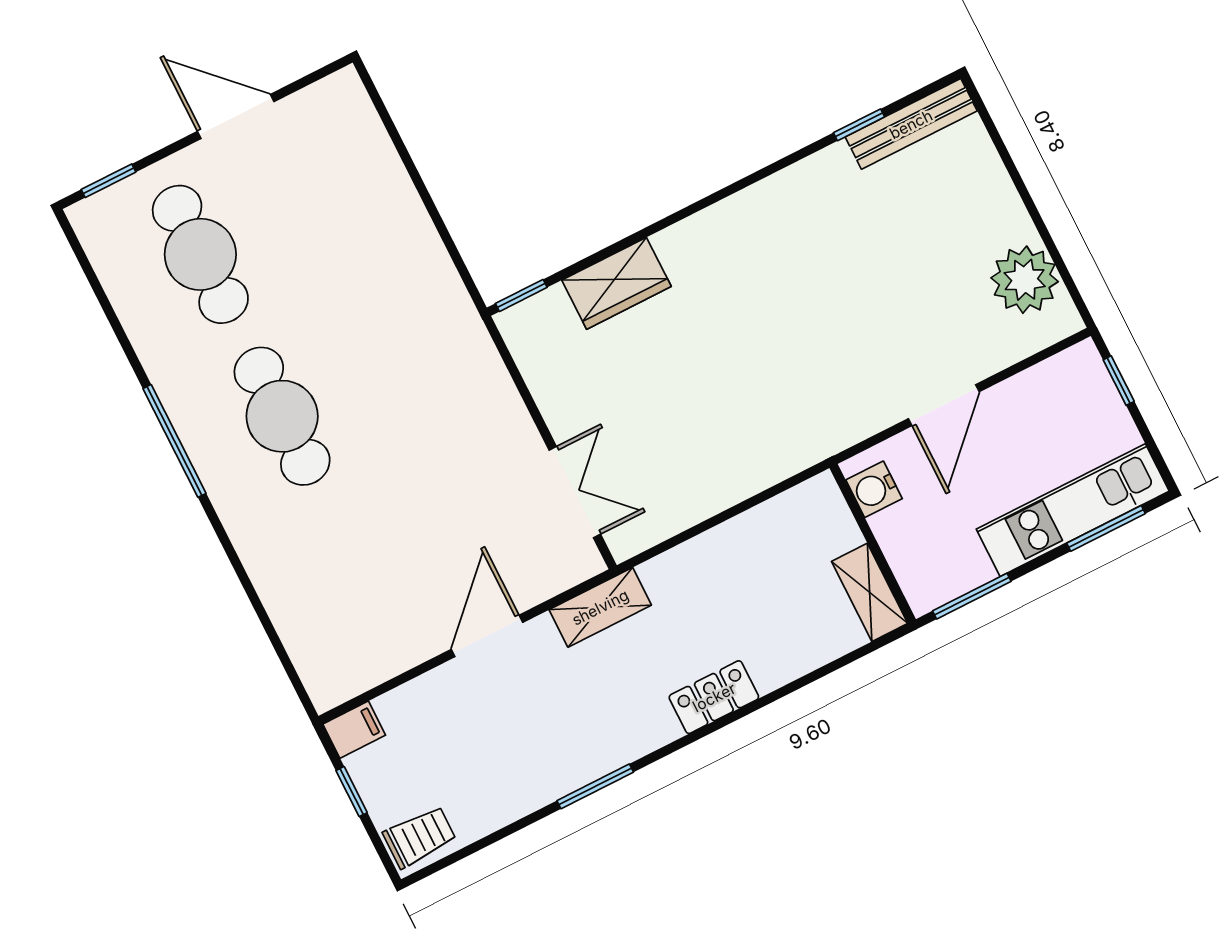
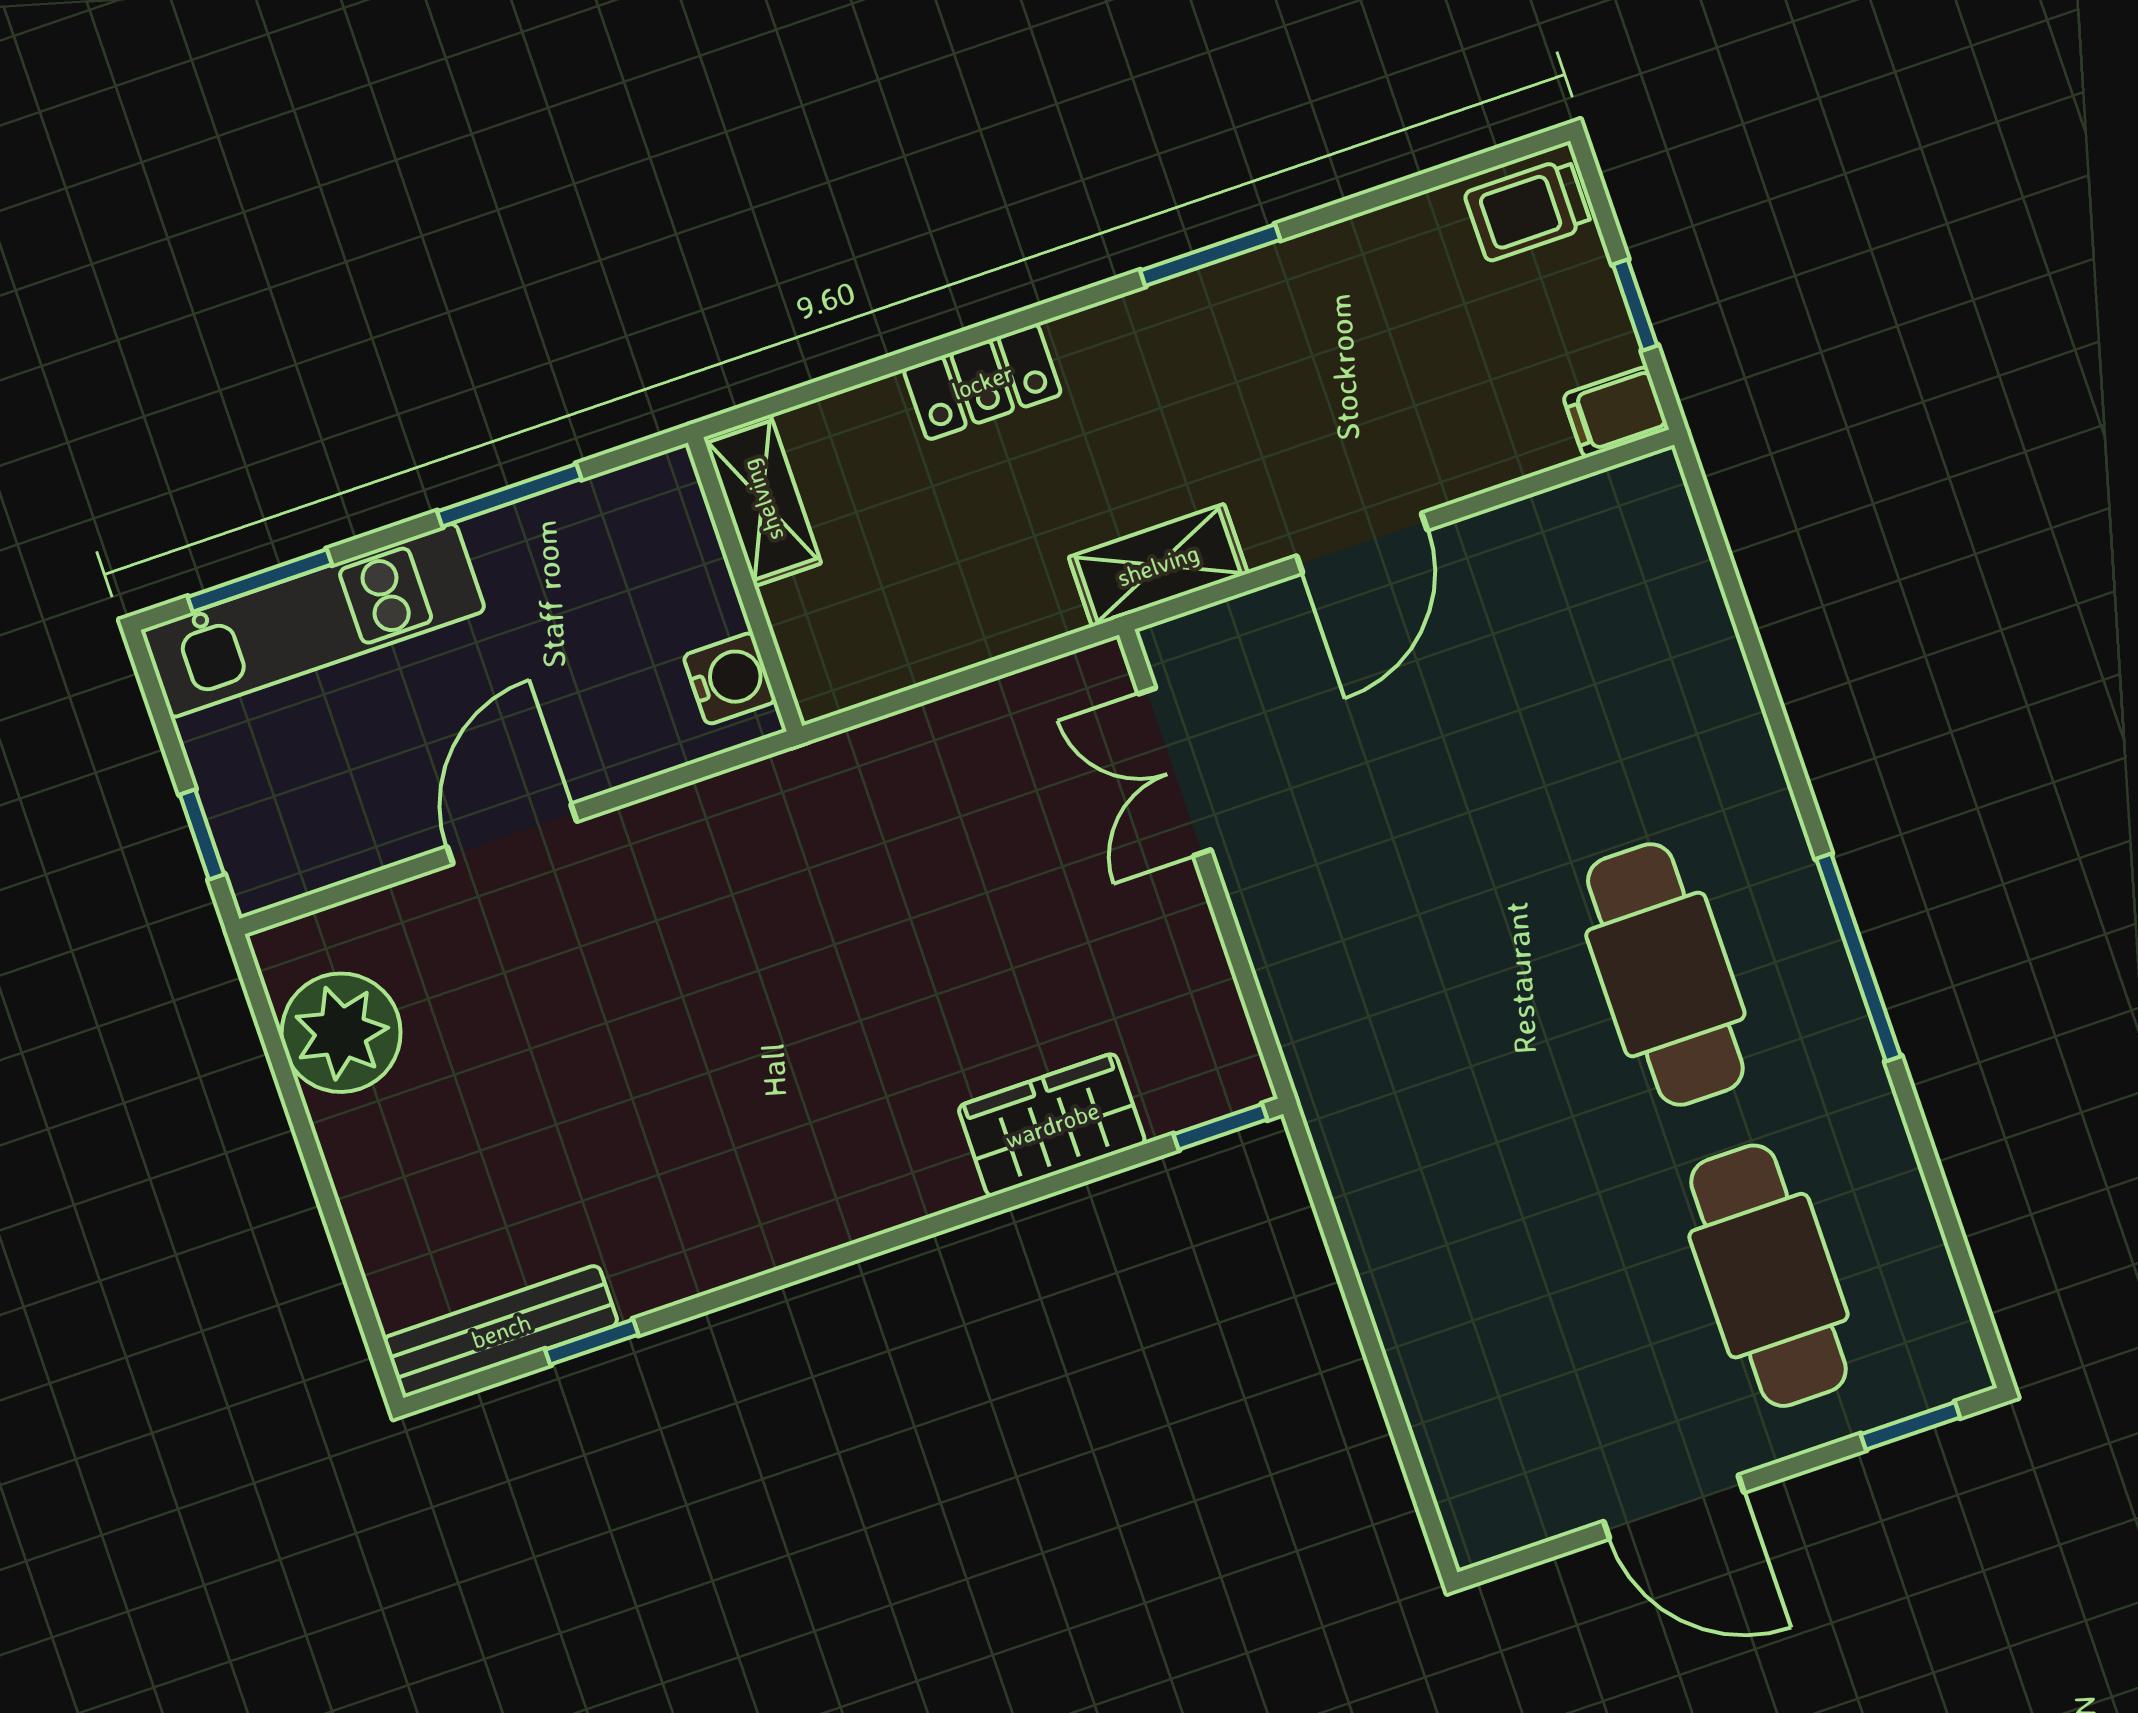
water cooler: (874, 489) -> (730, 678), moved
wall: (873, 544) -> (745, 584), moved
shelving: (870, 592) -> (762, 500), moved

